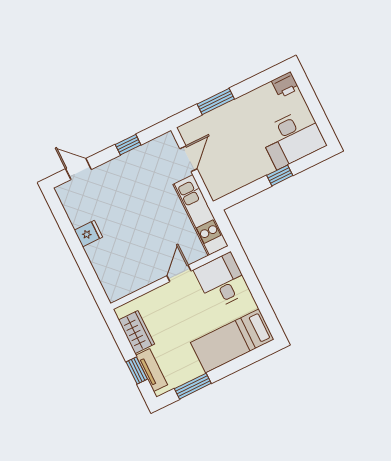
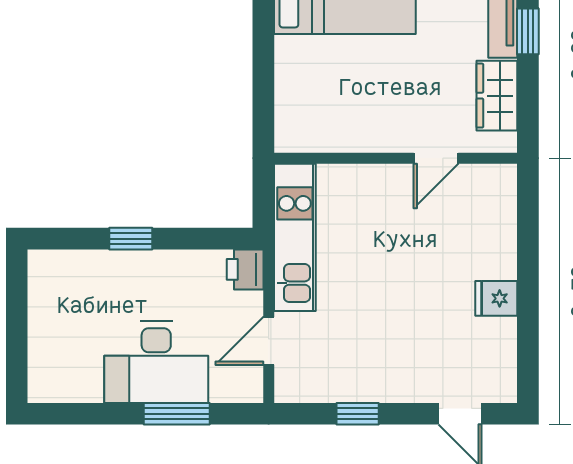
printer: (285, 85) -> (245, 269), moved, turned -90
desk: (292, 138) -> (156, 362), moved, turned 180
door: (179, 273) -> (436, 158), moved
desk: (222, 281) -> (313, 111), removed

